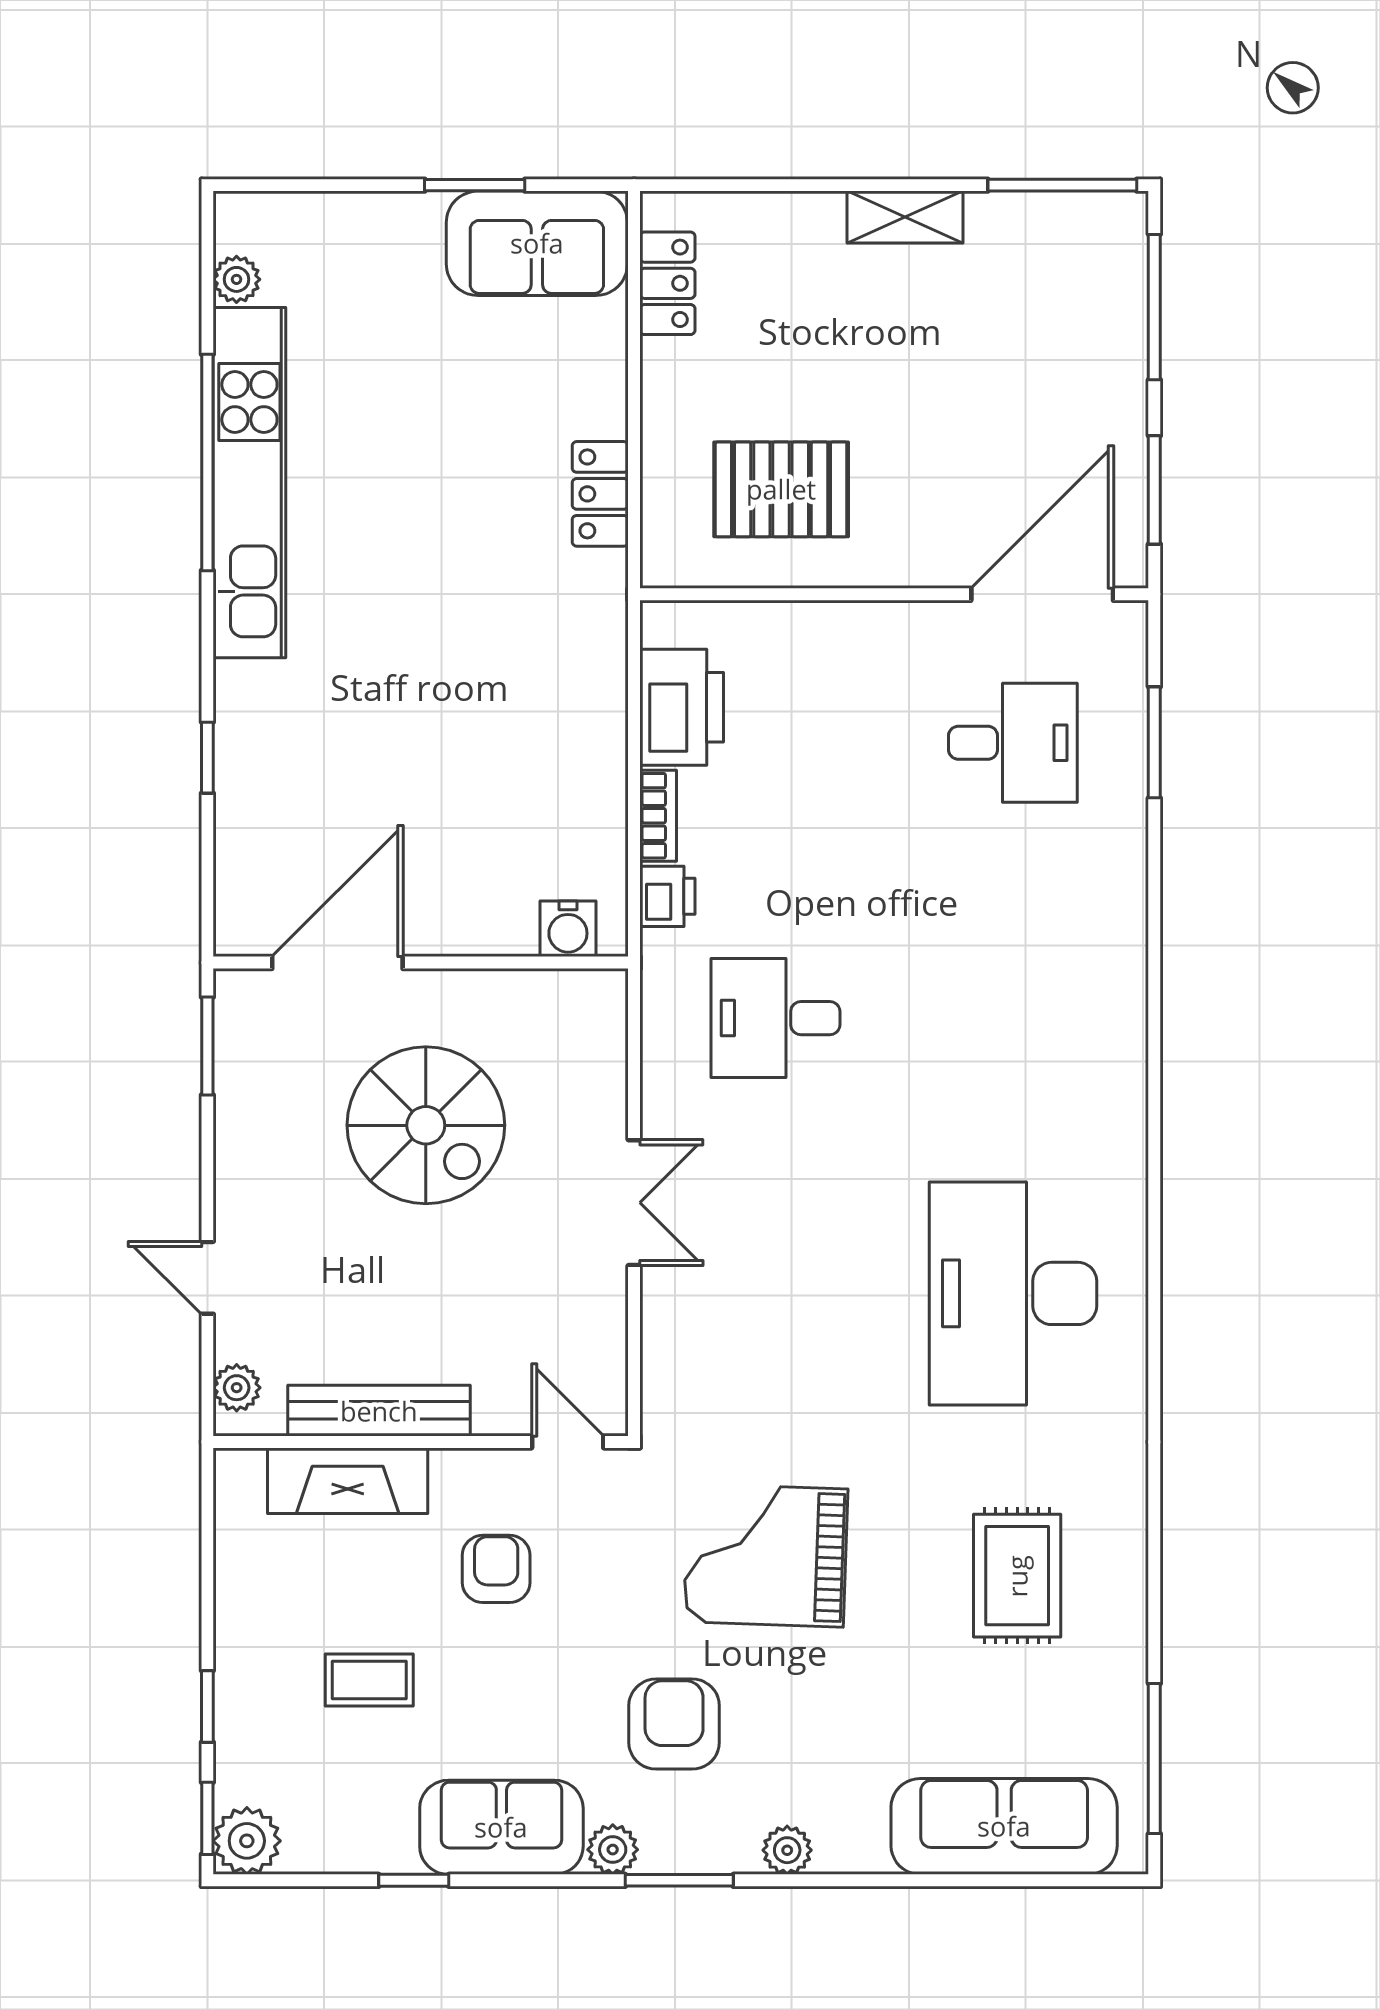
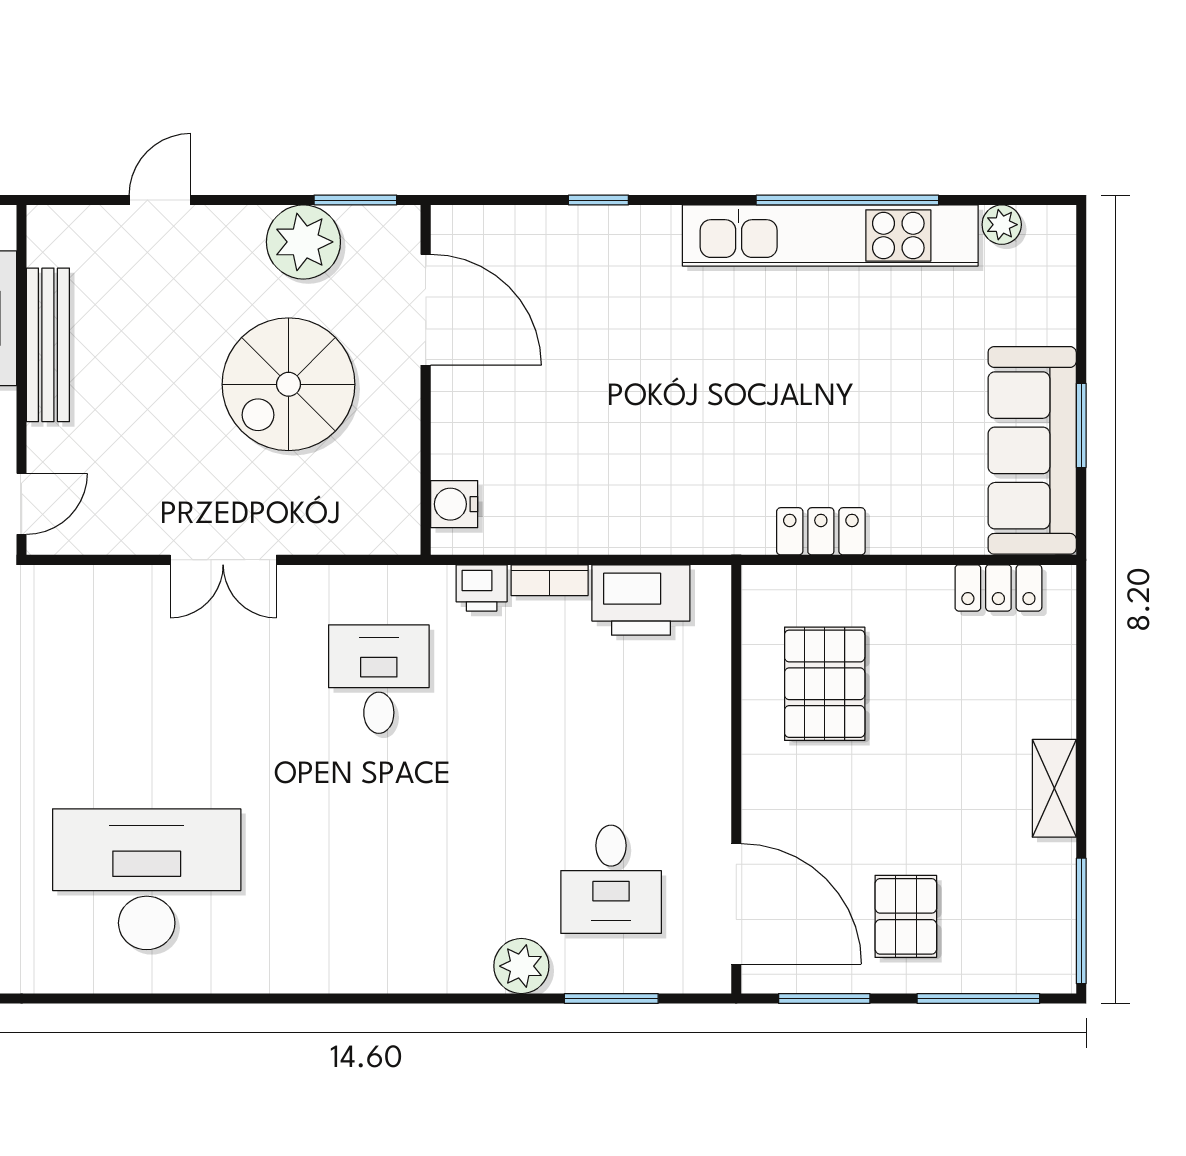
sofa: (537, 243) -> (1032, 450), width x1.36
pallet: (1057, 393) -> (906, 916), added
plant: (1116, 849) -> (521, 966), added
plant: (237, 1388) -> (303, 242), moved, width x1.88, depth x1.88

